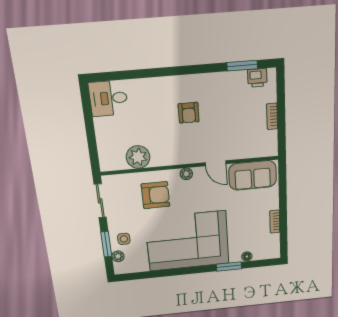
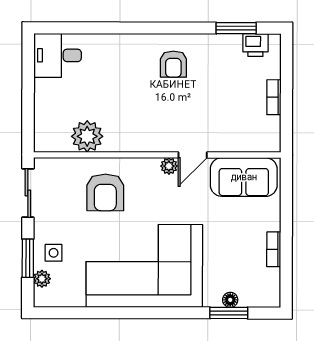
armchair: (189, 113) -> (173, 64), moved
door: (216, 163) -> (193, 155), hinge flipped
plant: (186, 174) -> (169, 166), moved
armchair: (156, 195) -> (105, 192), turned 90
window: (229, 266) -> (229, 313), moved

